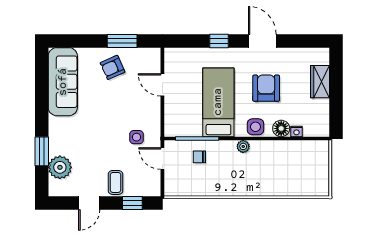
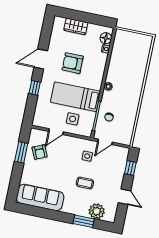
armchair: (113, 67) -> (40, 152), moved
side table: (255, 127) -> (73, 119), moved
floor lamp: (281, 128) -> (106, 38), moved
coffee table: (116, 182) -> (85, 183), moved

